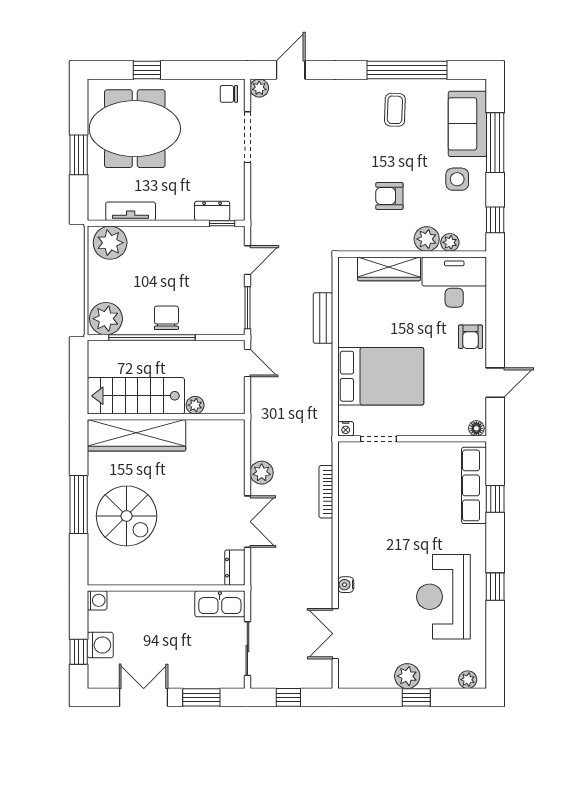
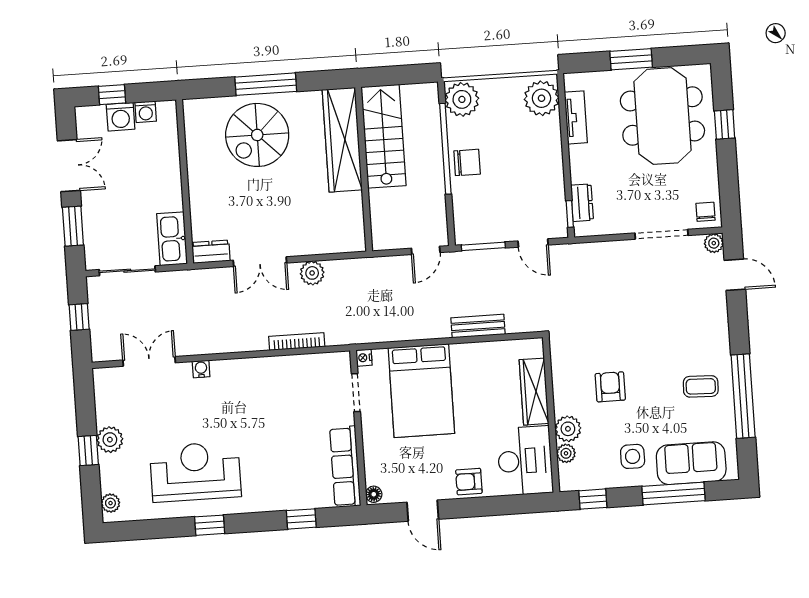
plant: (195, 405) -> (378, 199), removed
row of seats: (474, 485) -> (345, 467), moved, turned -90
washing machine: (97, 600) -> (146, 112), moved

